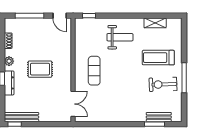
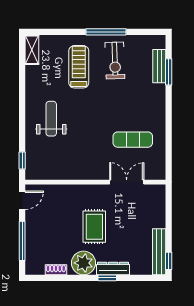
shelving: (155, 23) -> (32, 50), moved
treadmill: (158, 58) -> (79, 67), turned 180
plant: (9, 61) -> (83, 263), width x1.88, depth x1.88
exercise mat: (94, 71) -> (133, 140), moved
double door: (73, 104) -> (127, 182), moved

